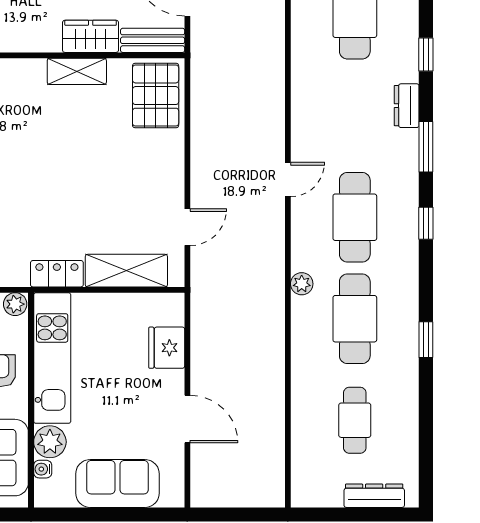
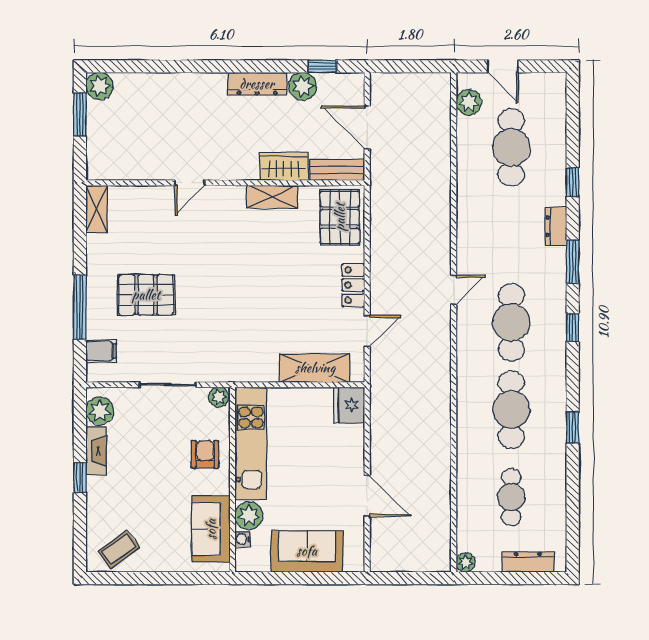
locker: (57, 274) -> (353, 285), moved, turned -90
plant: (302, 284) -> (466, 563), moved
fridge: (167, 348) -> (349, 405), moved

